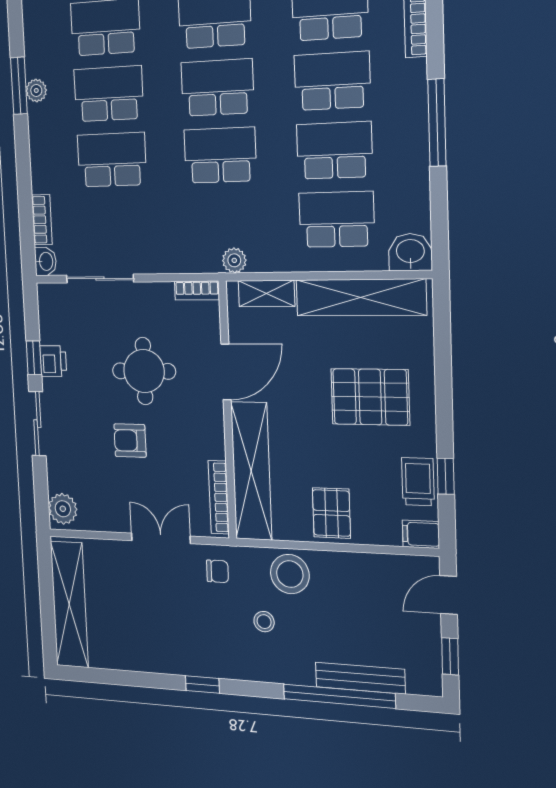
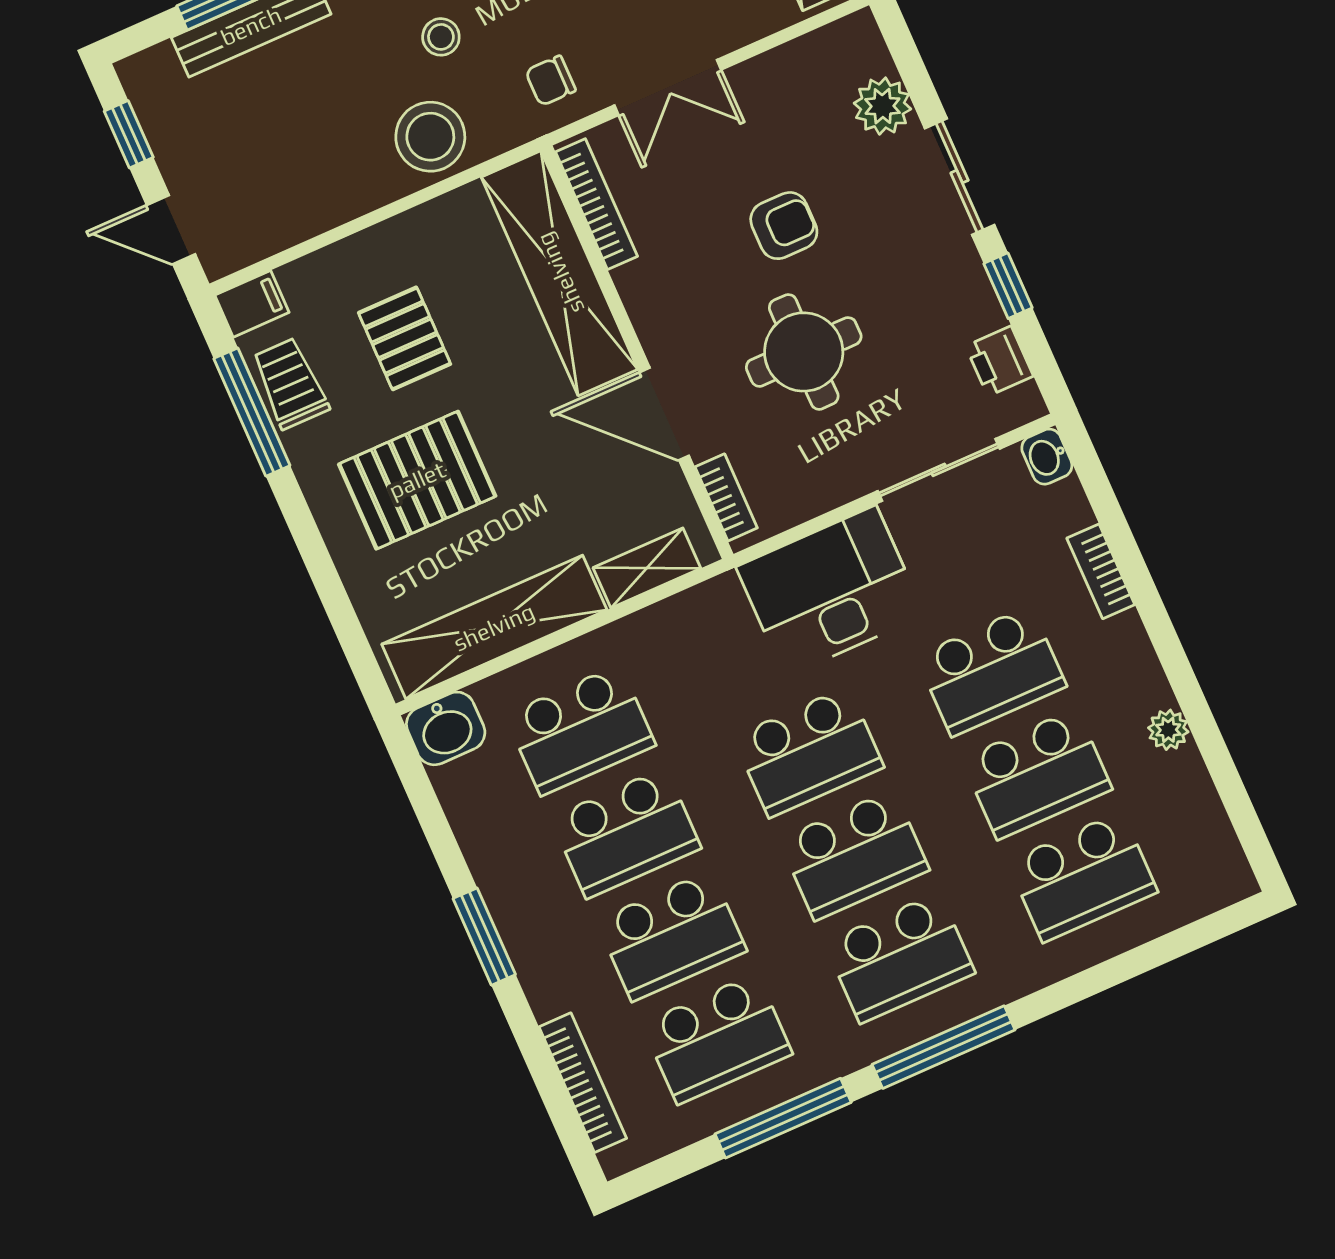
window: (19, 86) -> (1203, 725), removed
window: (437, 123) -> (484, 937), width x0.69
bookcase: (42, 220) -> (1101, 571), moved
desk: (177, 239) -> (830, 591), added
plant: (234, 260) -> (720, 597), removed
bookcase: (197, 291) -> (726, 497), moved, turned 90
printer: (53, 361) -> (999, 361), moved
door: (226, 372) -> (664, 414), hinge flipped
window: (446, 476) -> (252, 412), width x2.17
trolley: (418, 482) -> (290, 383), turned 180
plant: (63, 509) -> (882, 106), moved
pallet: (331, 513) -> (405, 338), moved
door: (449, 595) -> (171, 230), swing flipped

